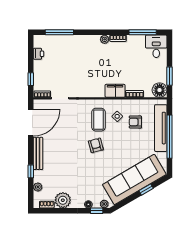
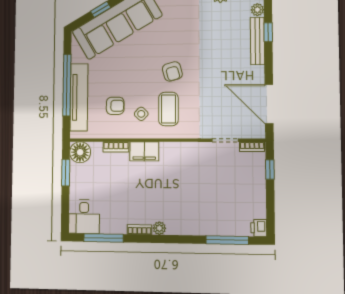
printer: (38, 54) -> (259, 228), moved
door: (31, 123) -> (269, 104), hinge flipped
bench: (38, 153) -> (257, 41), moved

